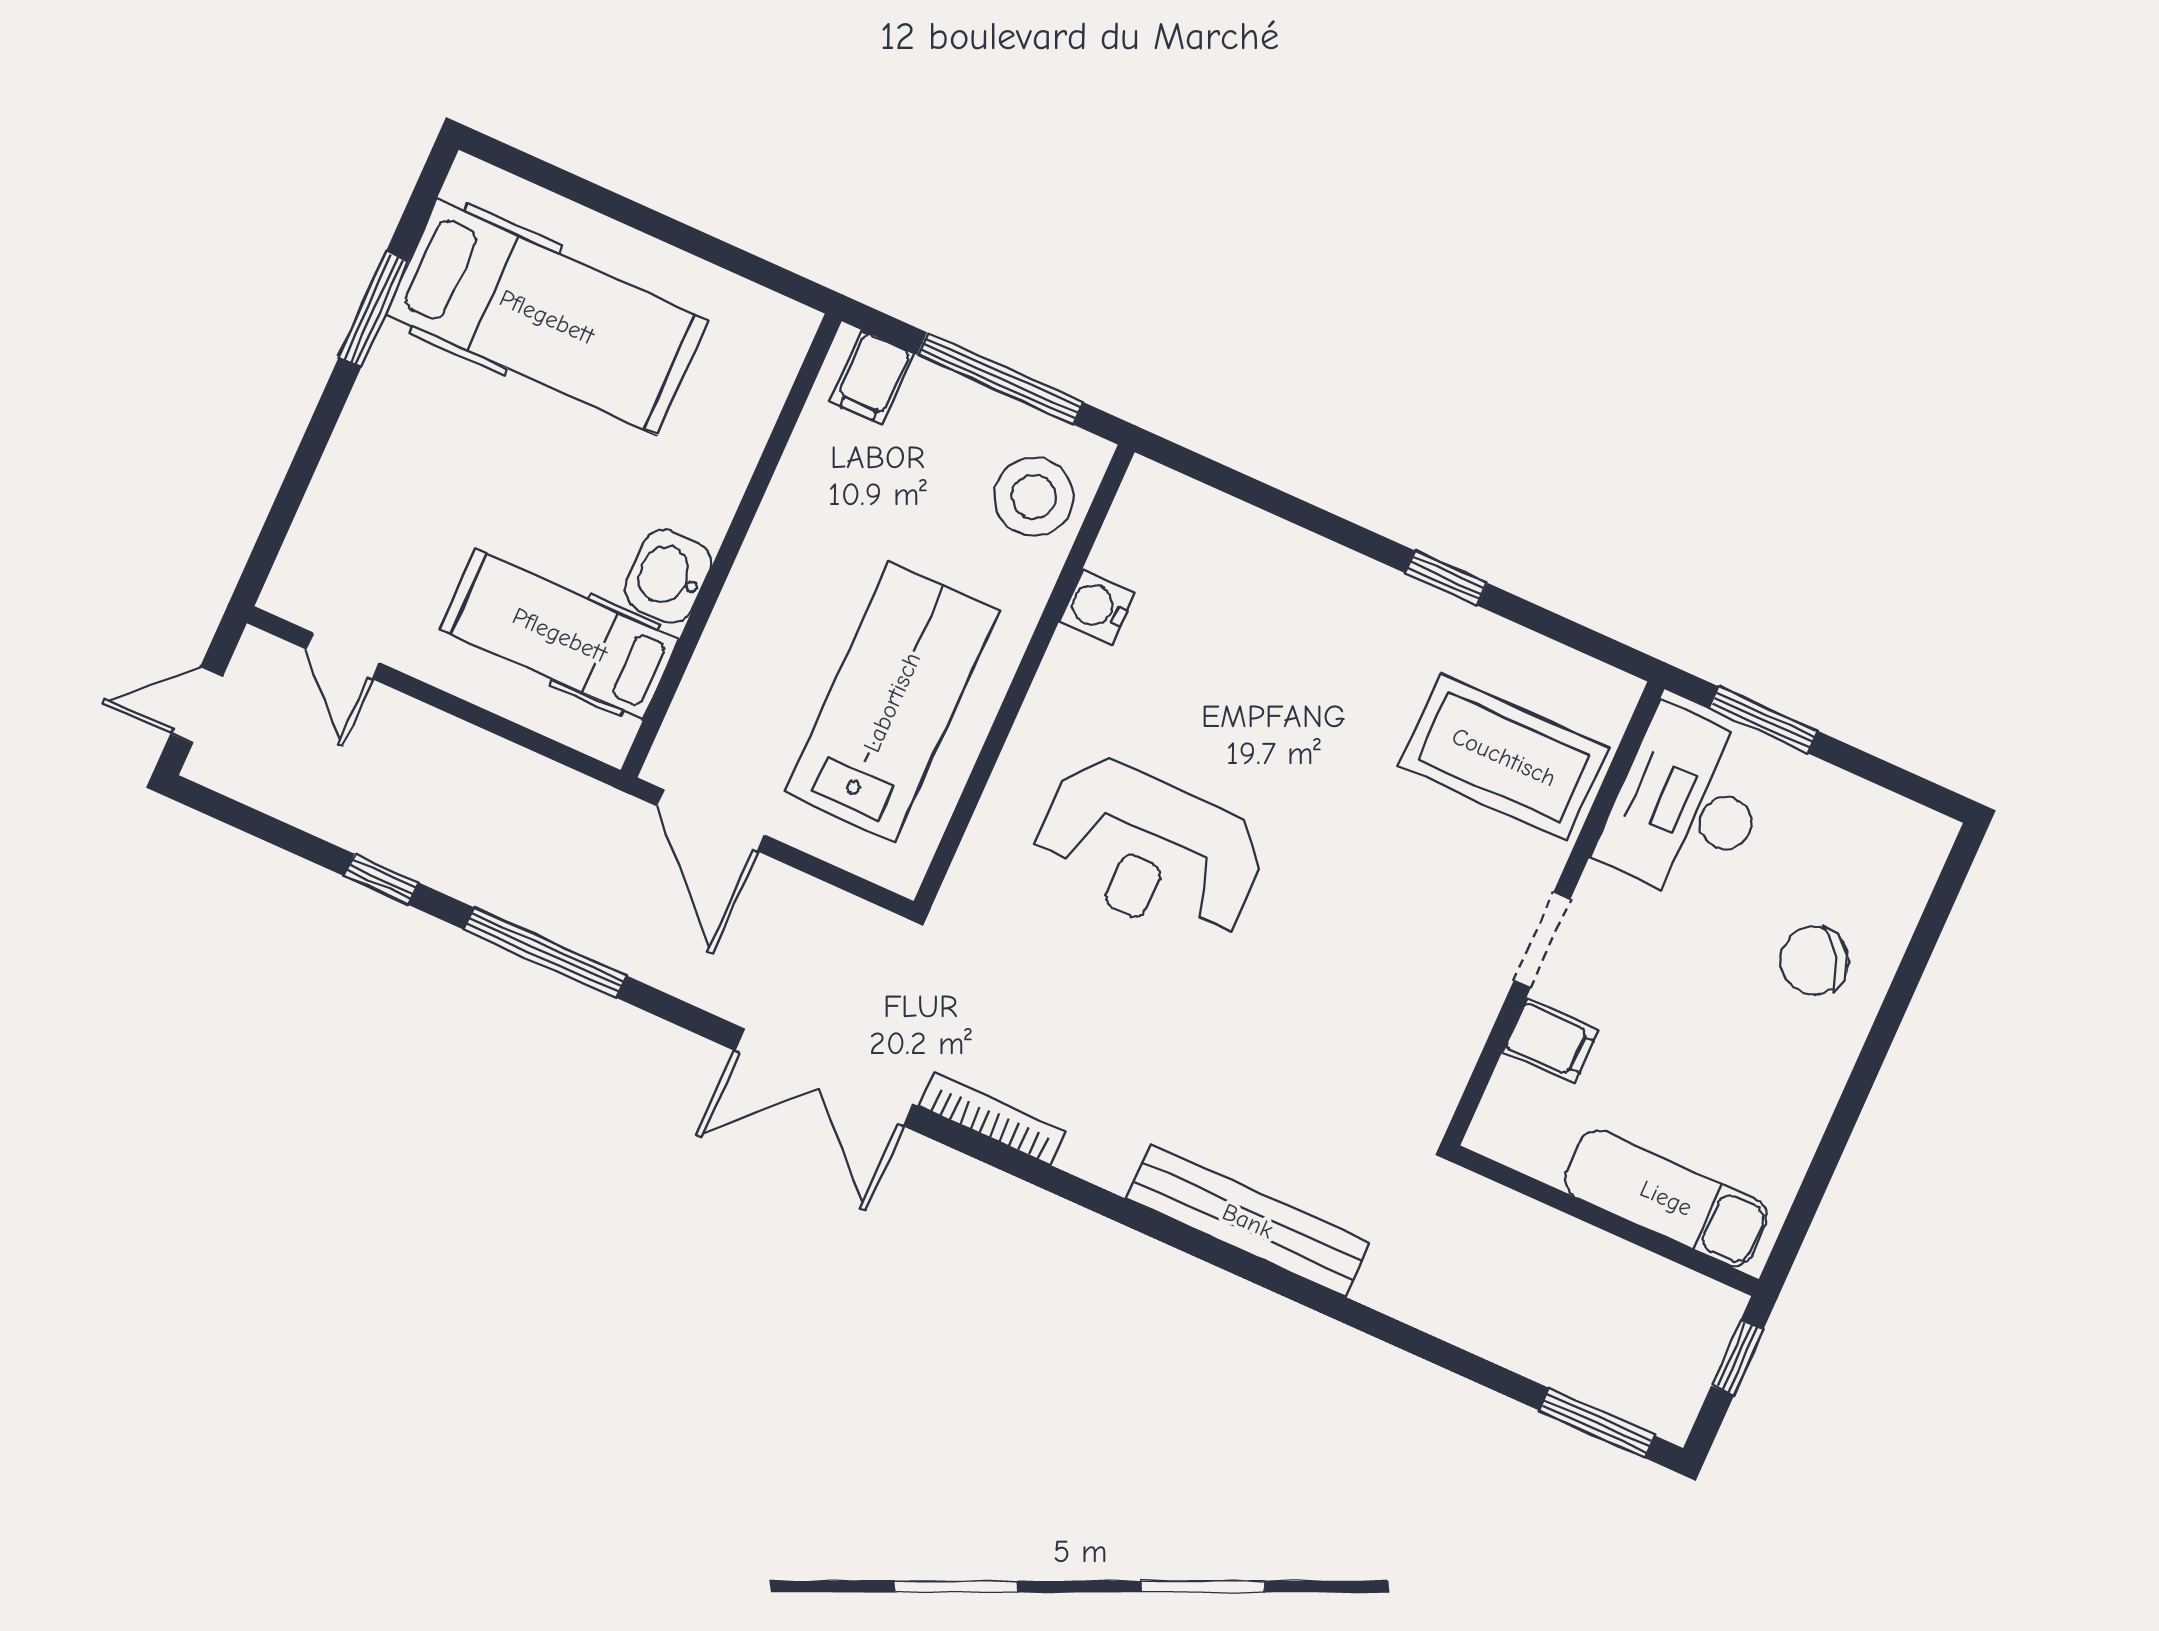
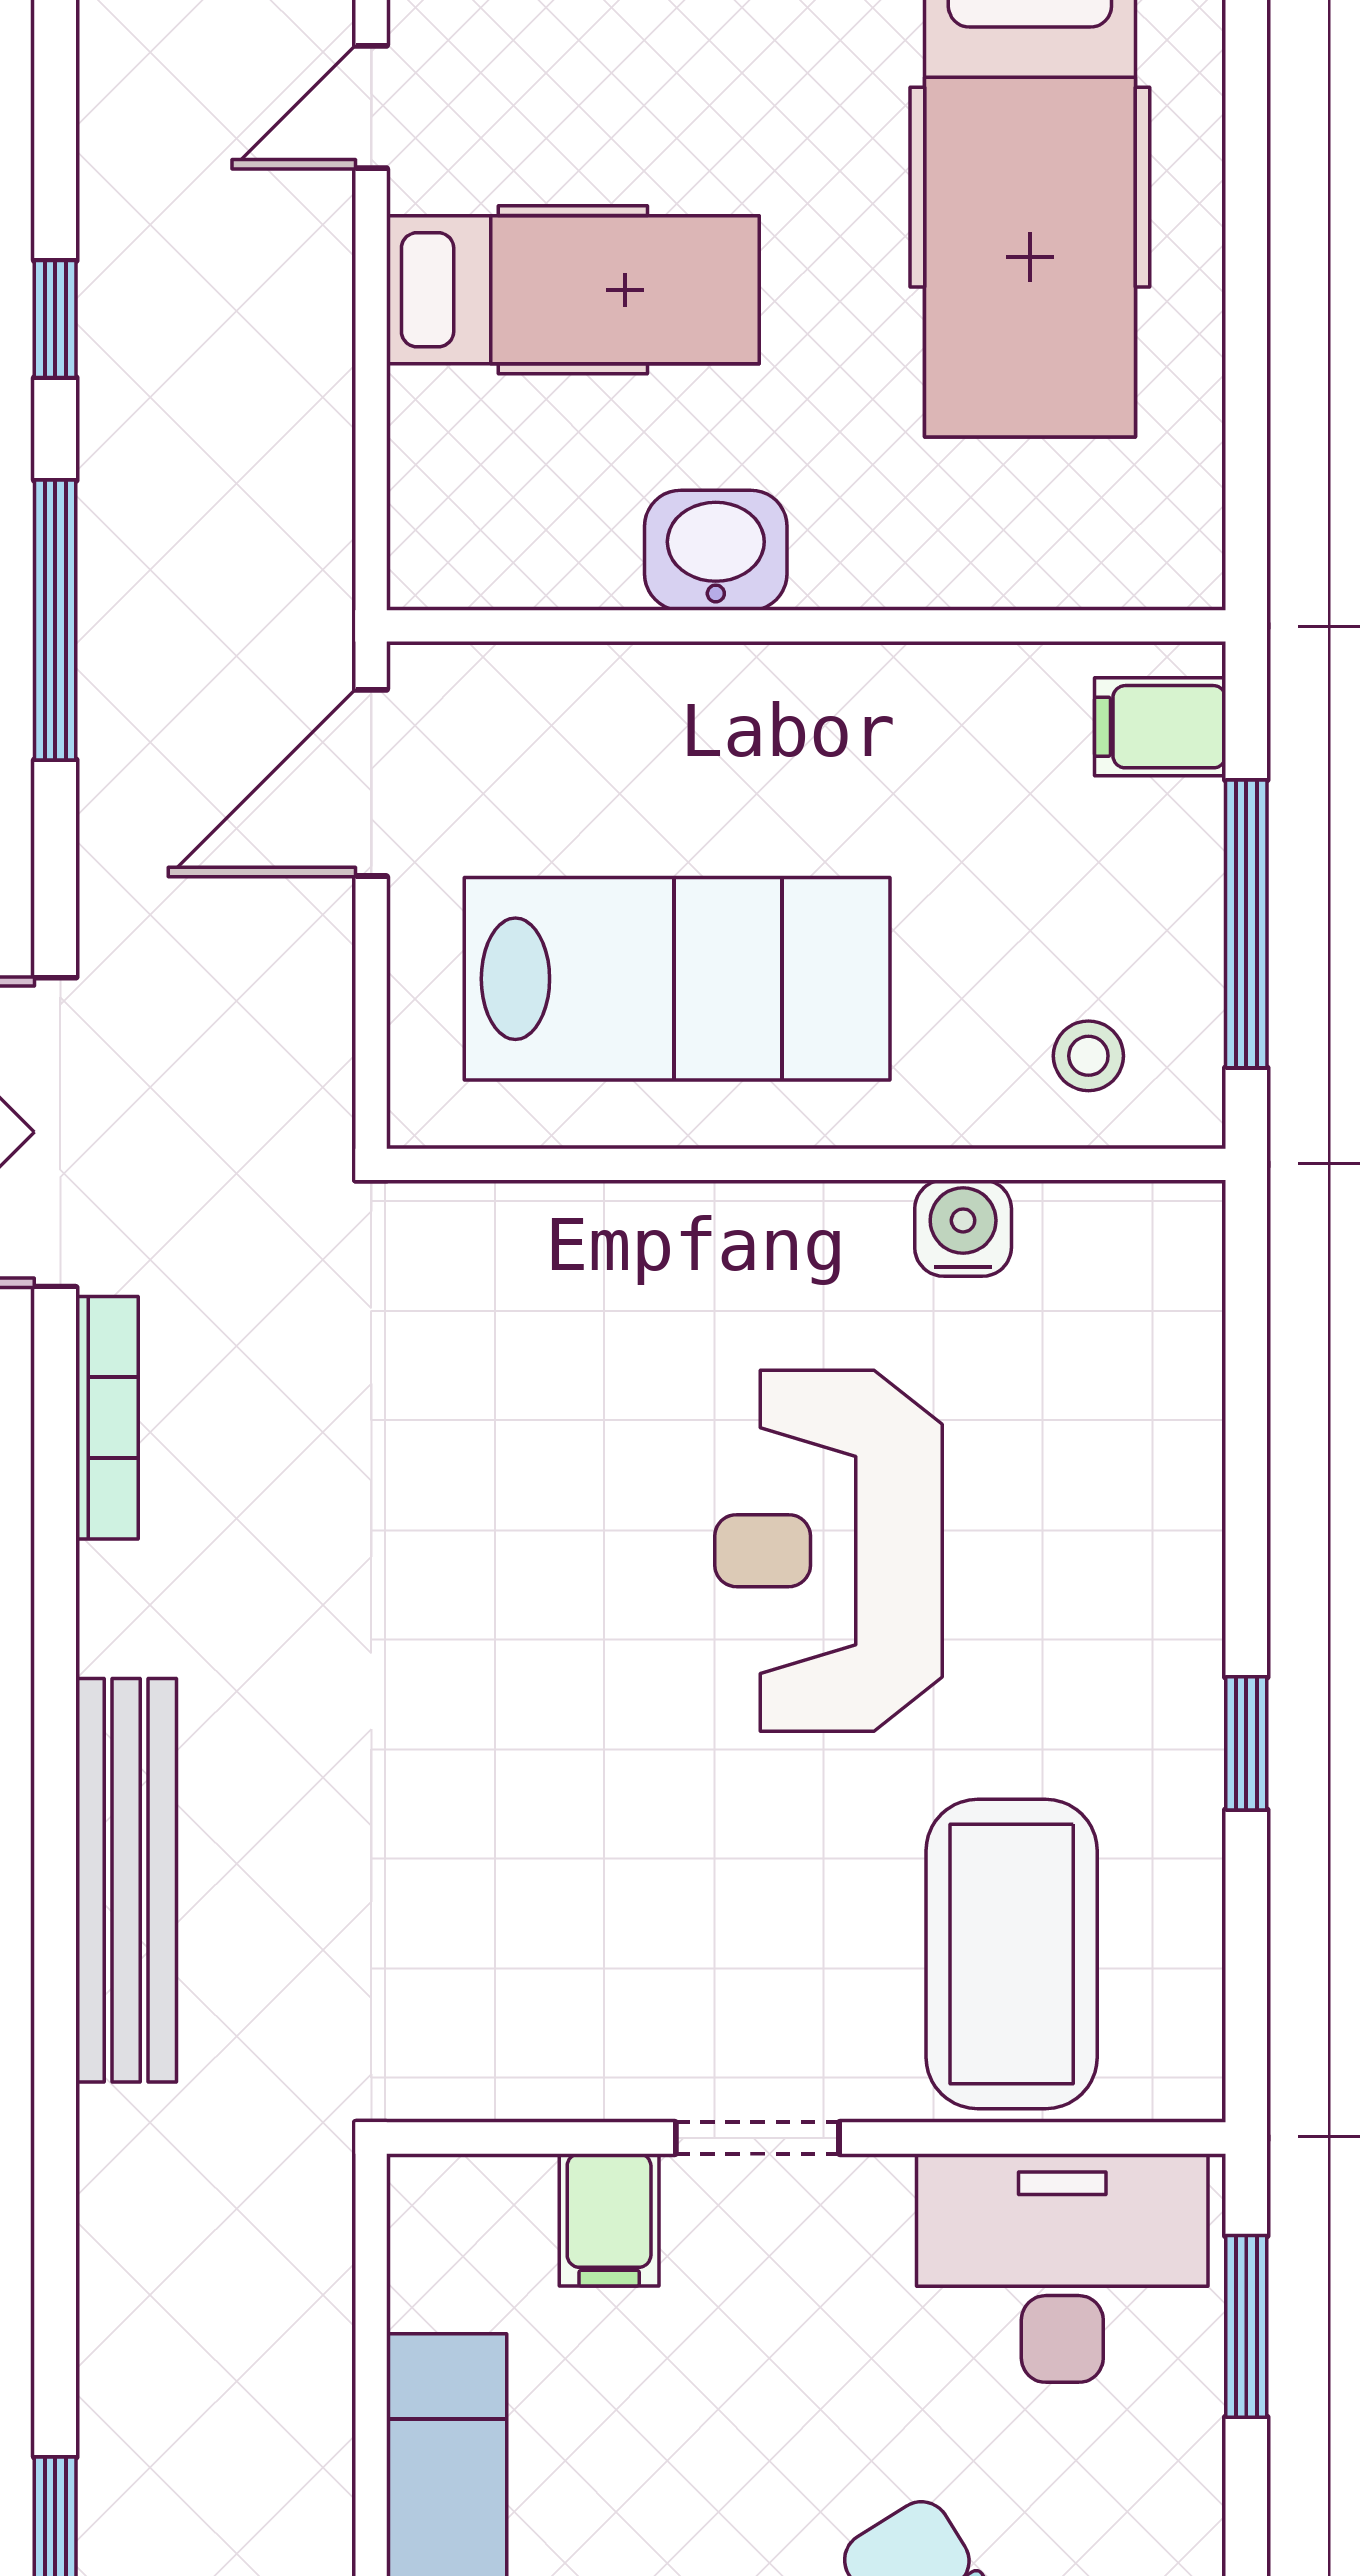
stool: (1034, 497) -> (1088, 1056), width x0.53, depth x0.53
hospital bed: (560, 635) -> (573, 290), moved, turned 90
reception desk: (1149, 850) -> (828, 1551), moved

